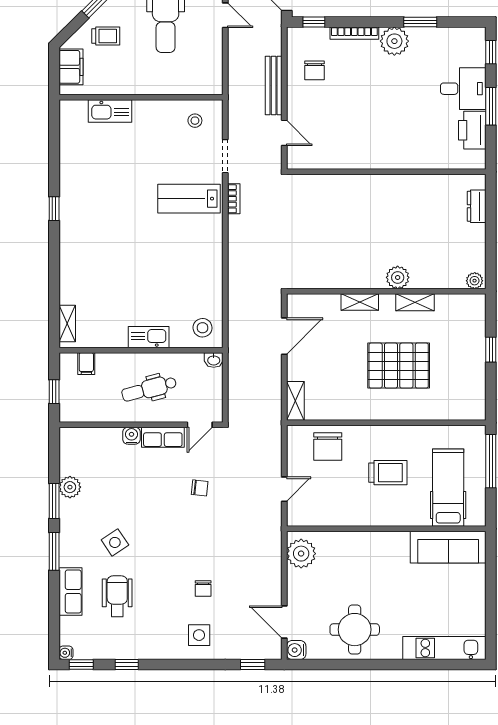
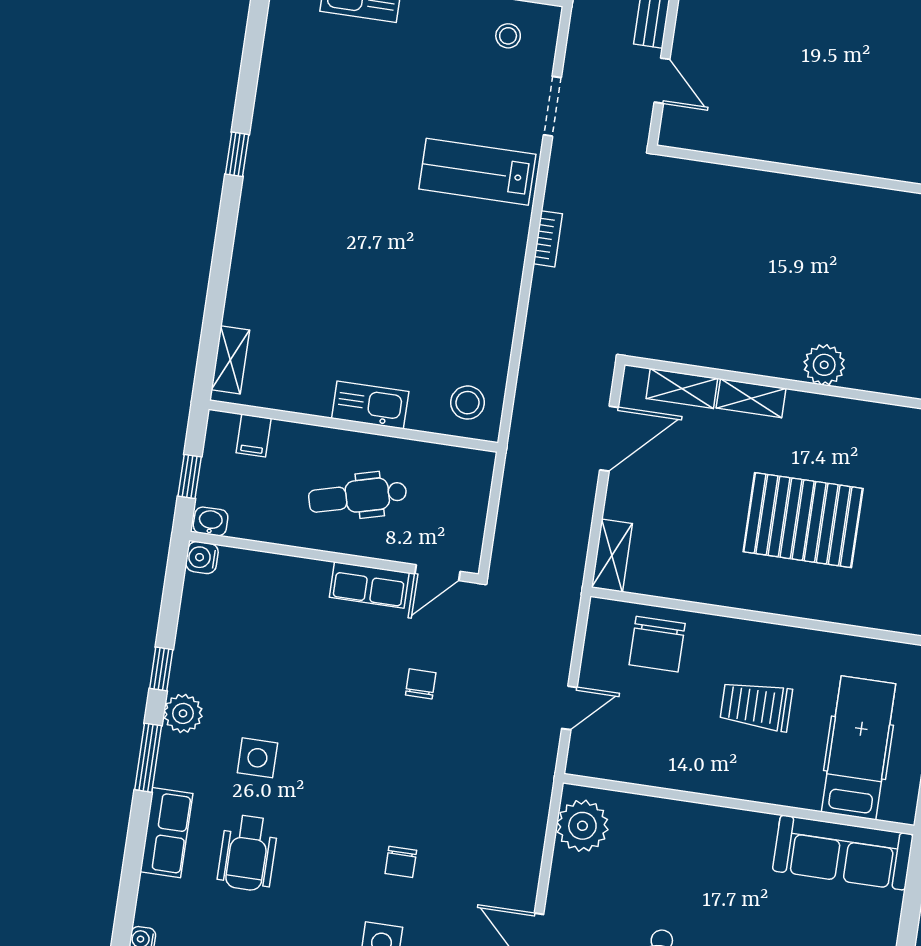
bookcase: (234, 199) -> (548, 239), moved
shelving: (415, 302) -> (682, 388), moved
washbasin: (214, 360) -> (211, 521), moved, turned 180
water cooler: (131, 436) -> (202, 558), moved, turned -90
trolley: (388, 473) -> (756, 706), turned 180
plant: (70, 487) -> (183, 713), moved
chair: (200, 488) -> (421, 684), turned -96
window: (54, 501) -> (161, 669), width x0.67
side table: (115, 542) -> (257, 758), turned 34
wheelchair: (117, 596) -> (248, 853), turned 180

